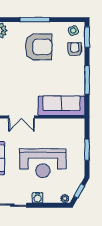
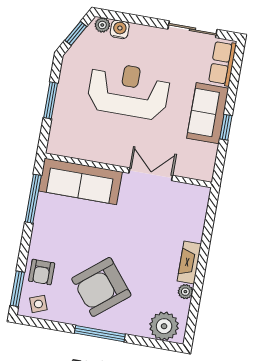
armchair: (39, 47) -> (101, 287), turned -39
window: (87, 80) -> (33, 199), moved
water cooler: (38, 198) -> (120, 29), moved

